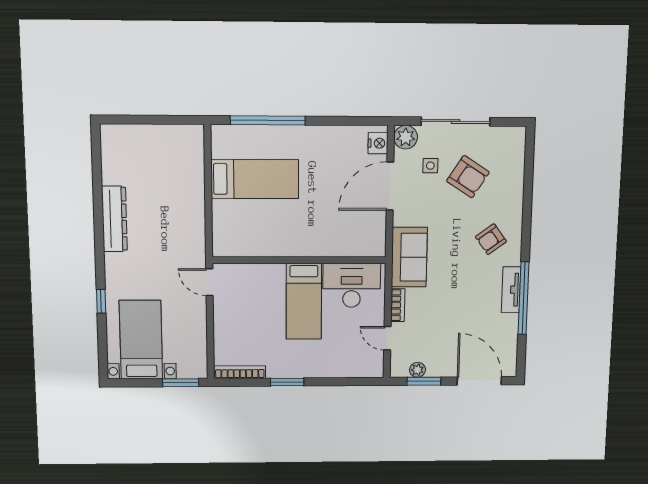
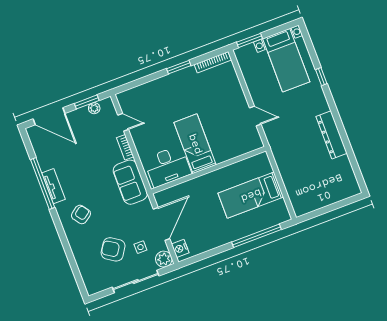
wall: (299, 260) -> (208, 170), moved
desk: (352, 285) -> (168, 166), moved
bed: (304, 301) -> (195, 144), moved

